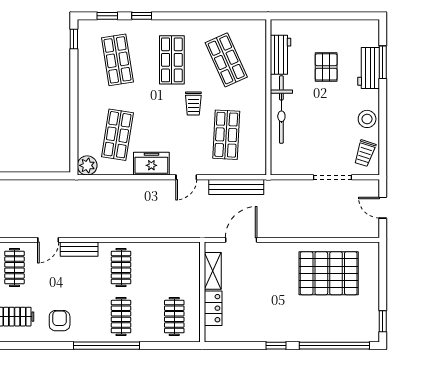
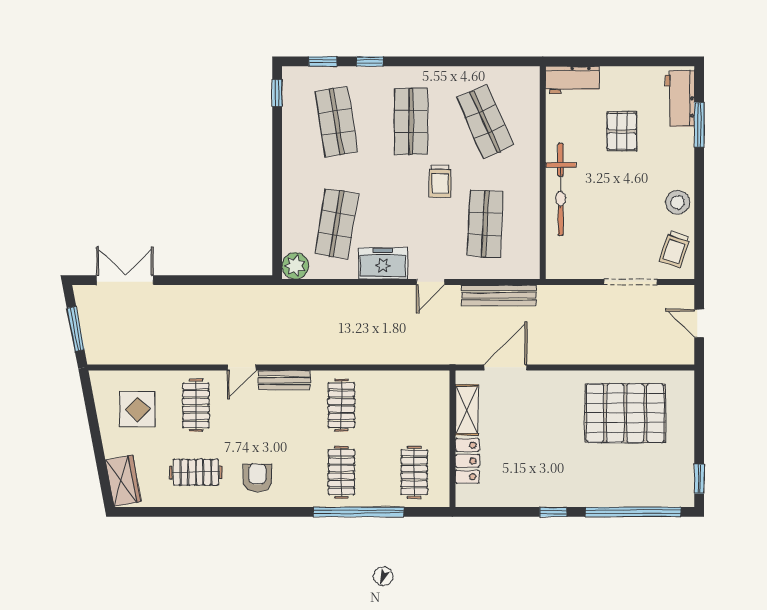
workbench: (281, 55) -> (572, 80), moved, turned 90
workbench: (369, 68) -> (680, 98), moved
window: (106, 346) -> (359, 512), moved

